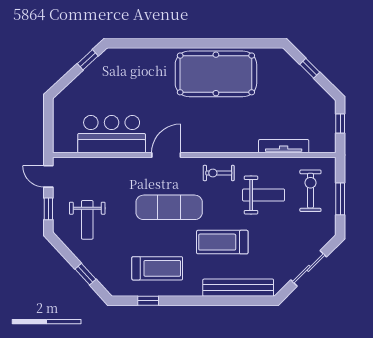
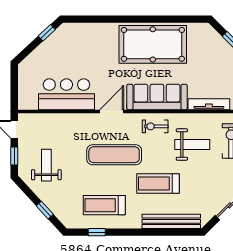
sofa: (221, 137) -> (157, 97), added
weight bench: (87, 220) -> (46, 165), turned 180
treadmill: (157, 268) -> (104, 205), turned 180

